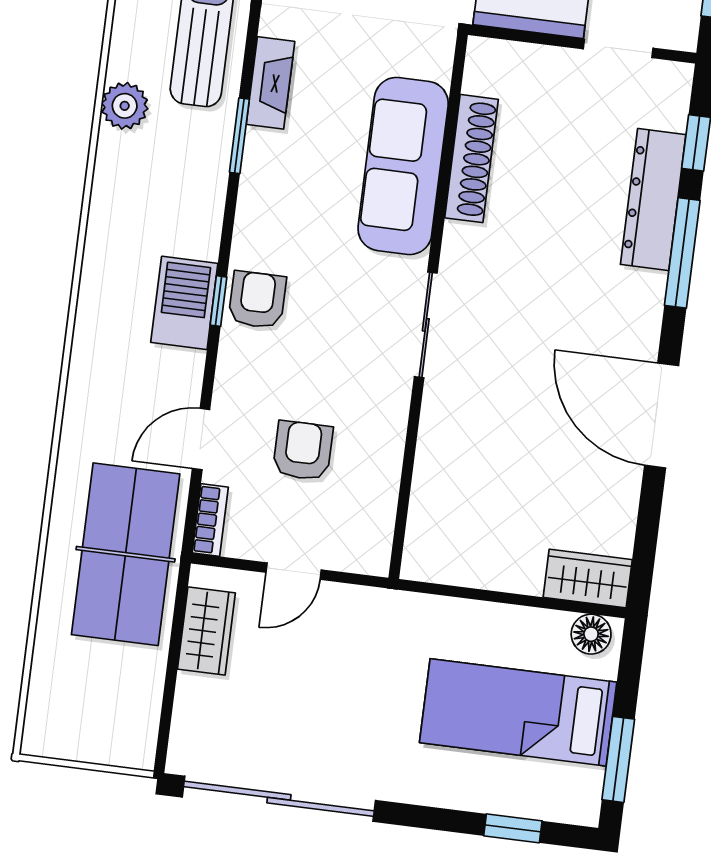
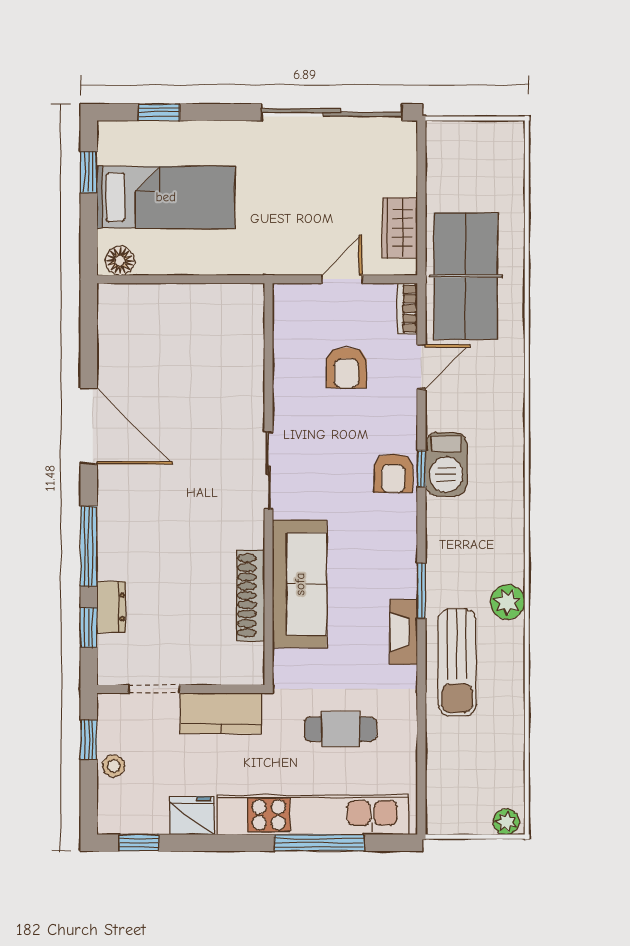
dresser: (653, 200) -> (111, 607), width x0.51, depth x0.80
wardrobe: (588, 578) -> (127, 301), removed
window: (618, 759) -> (89, 172), width x0.67

